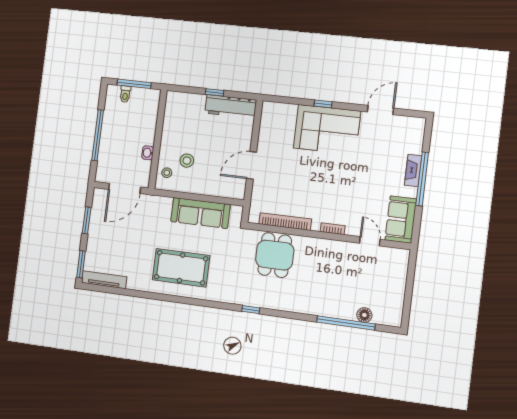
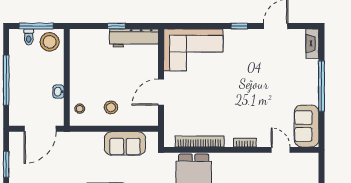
stool: (145, 101) -> (50, 42), added
window: (323, 104) -> (239, 26), moved
corner sofa: (327, 130) -> (193, 50), moved
stool: (187, 161) -> (111, 107), moved
fireplace: (413, 170) -> (312, 44), moved
sofa: (200, 213) -> (125, 143), width x0.73

